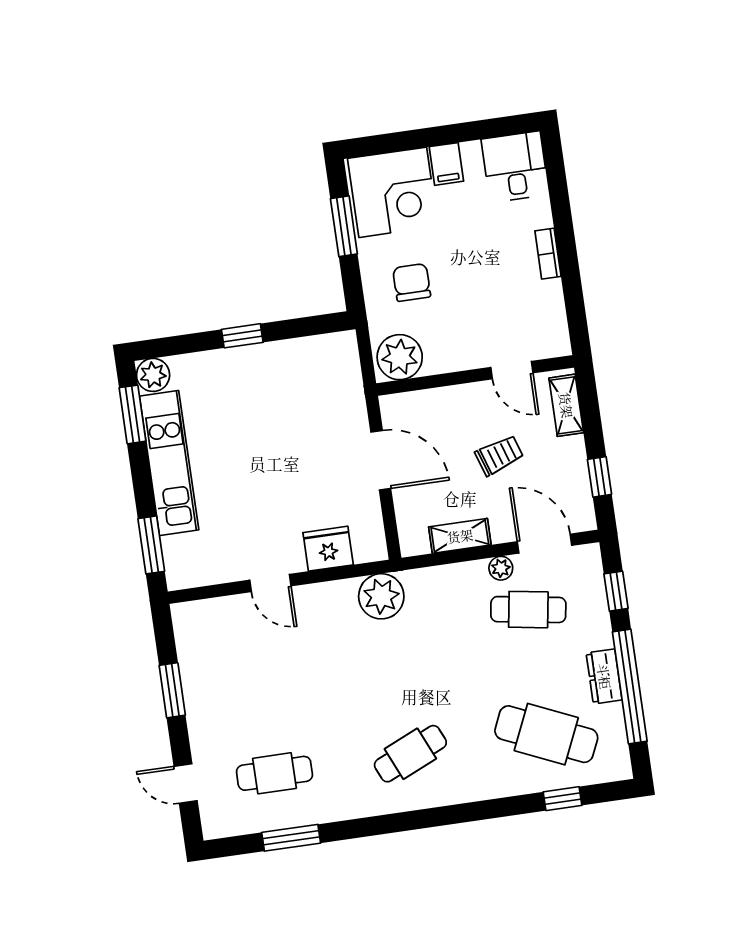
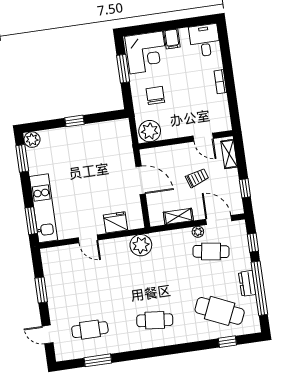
kitchen unit: (169, 463) -> (43, 208), moved
cafe table: (410, 754) -> (155, 320), turned 30

